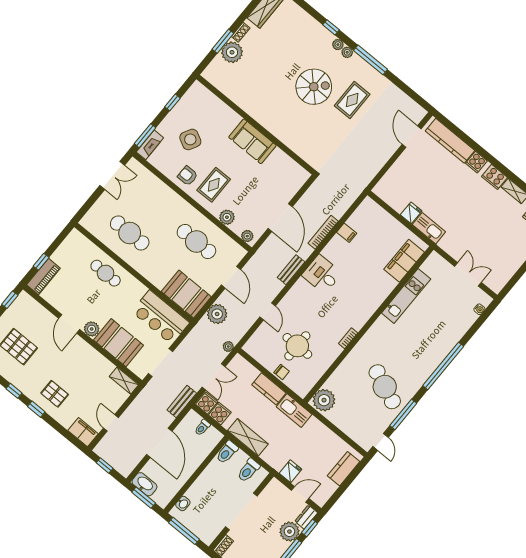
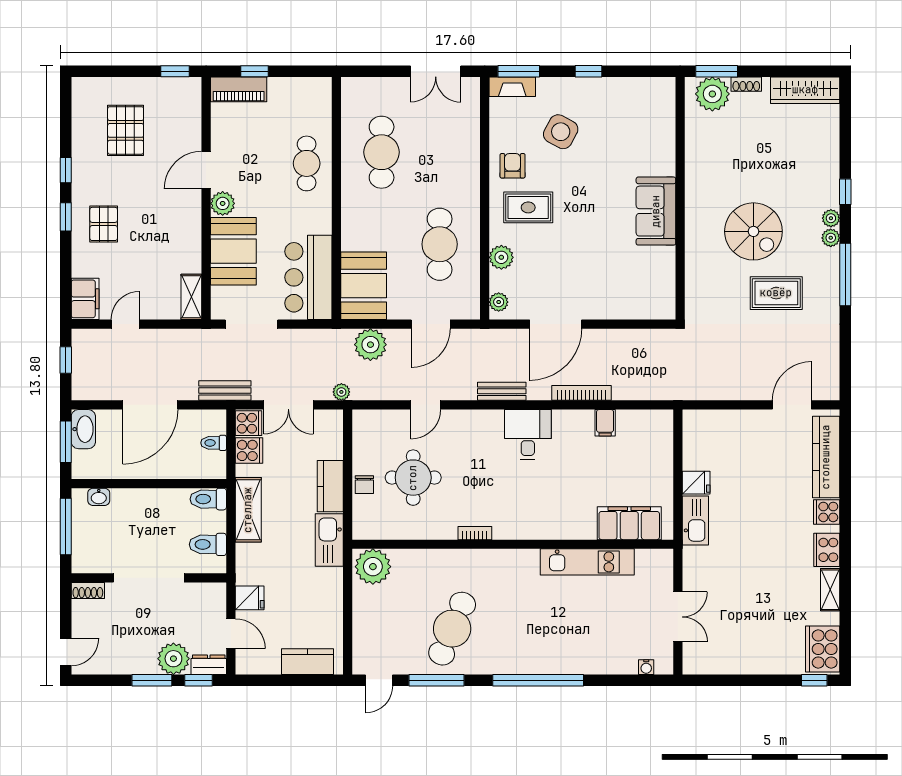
wall: (256, 125) -> (680, 198), moved
sofa: (252, 141) -> (656, 211), moved

